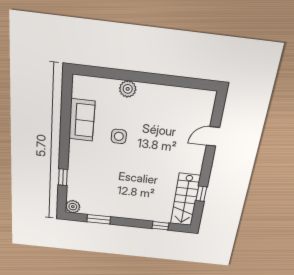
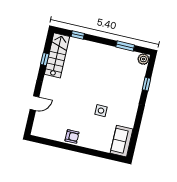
plant: (128, 89) -> (91, 143), removed
armchair: (156, 95) -> (72, 136), added
sofa: (82, 120) -> (122, 141), moved

